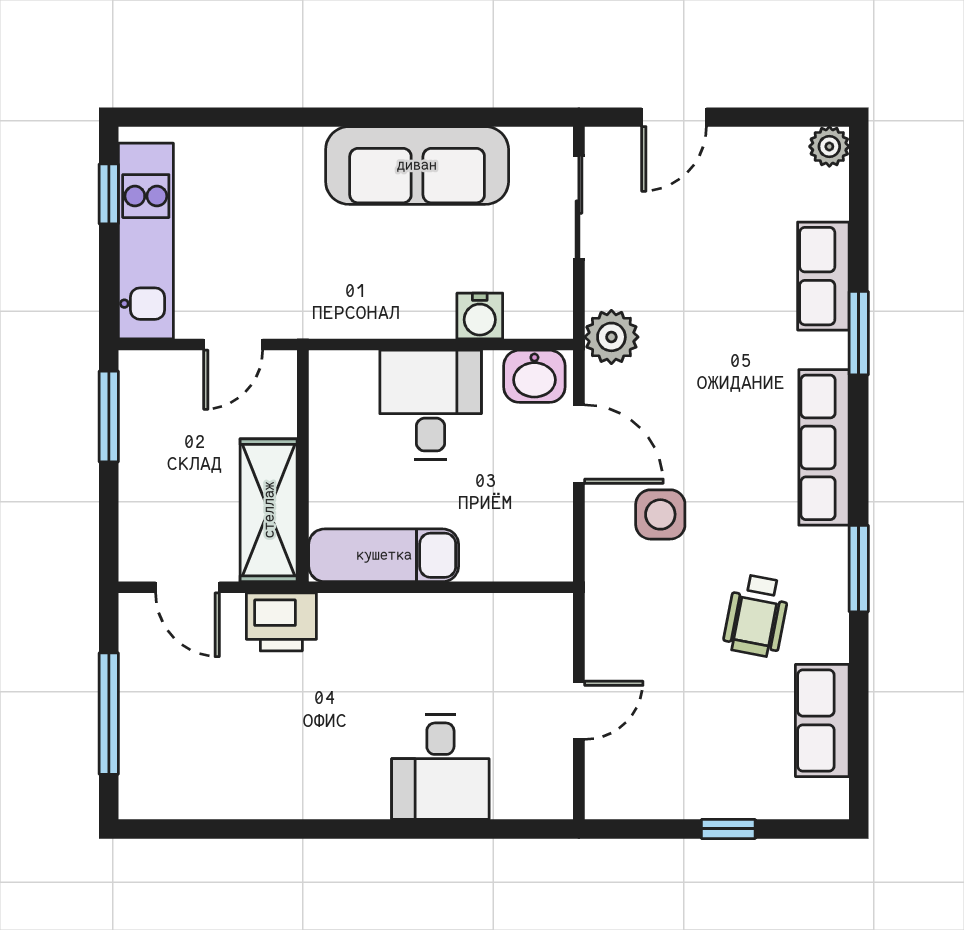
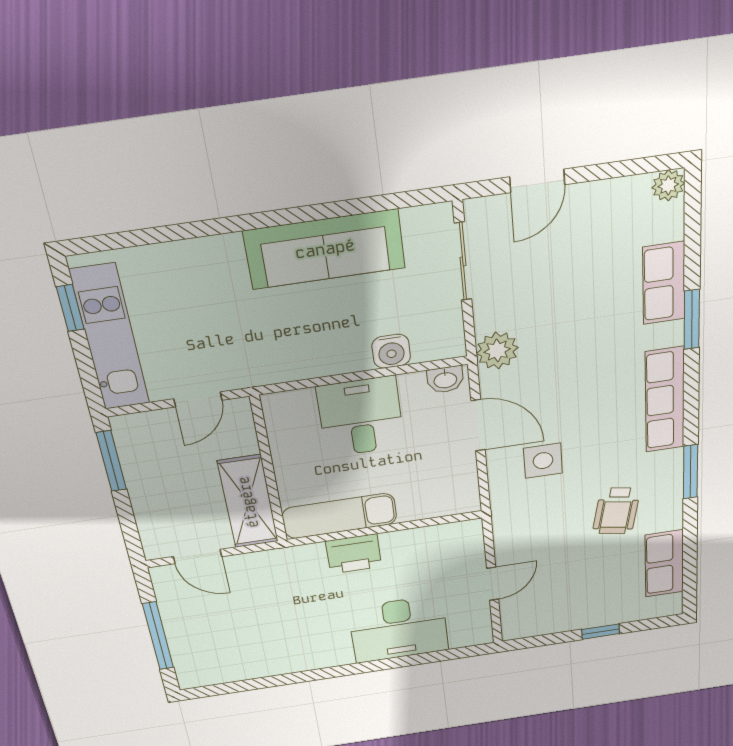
washbasin: (534, 376) -> (445, 380), width x0.72, depth x0.69
printer: (281, 622) -> (354, 554), moved
desk: (440, 767) -> (399, 629), width x1.37

